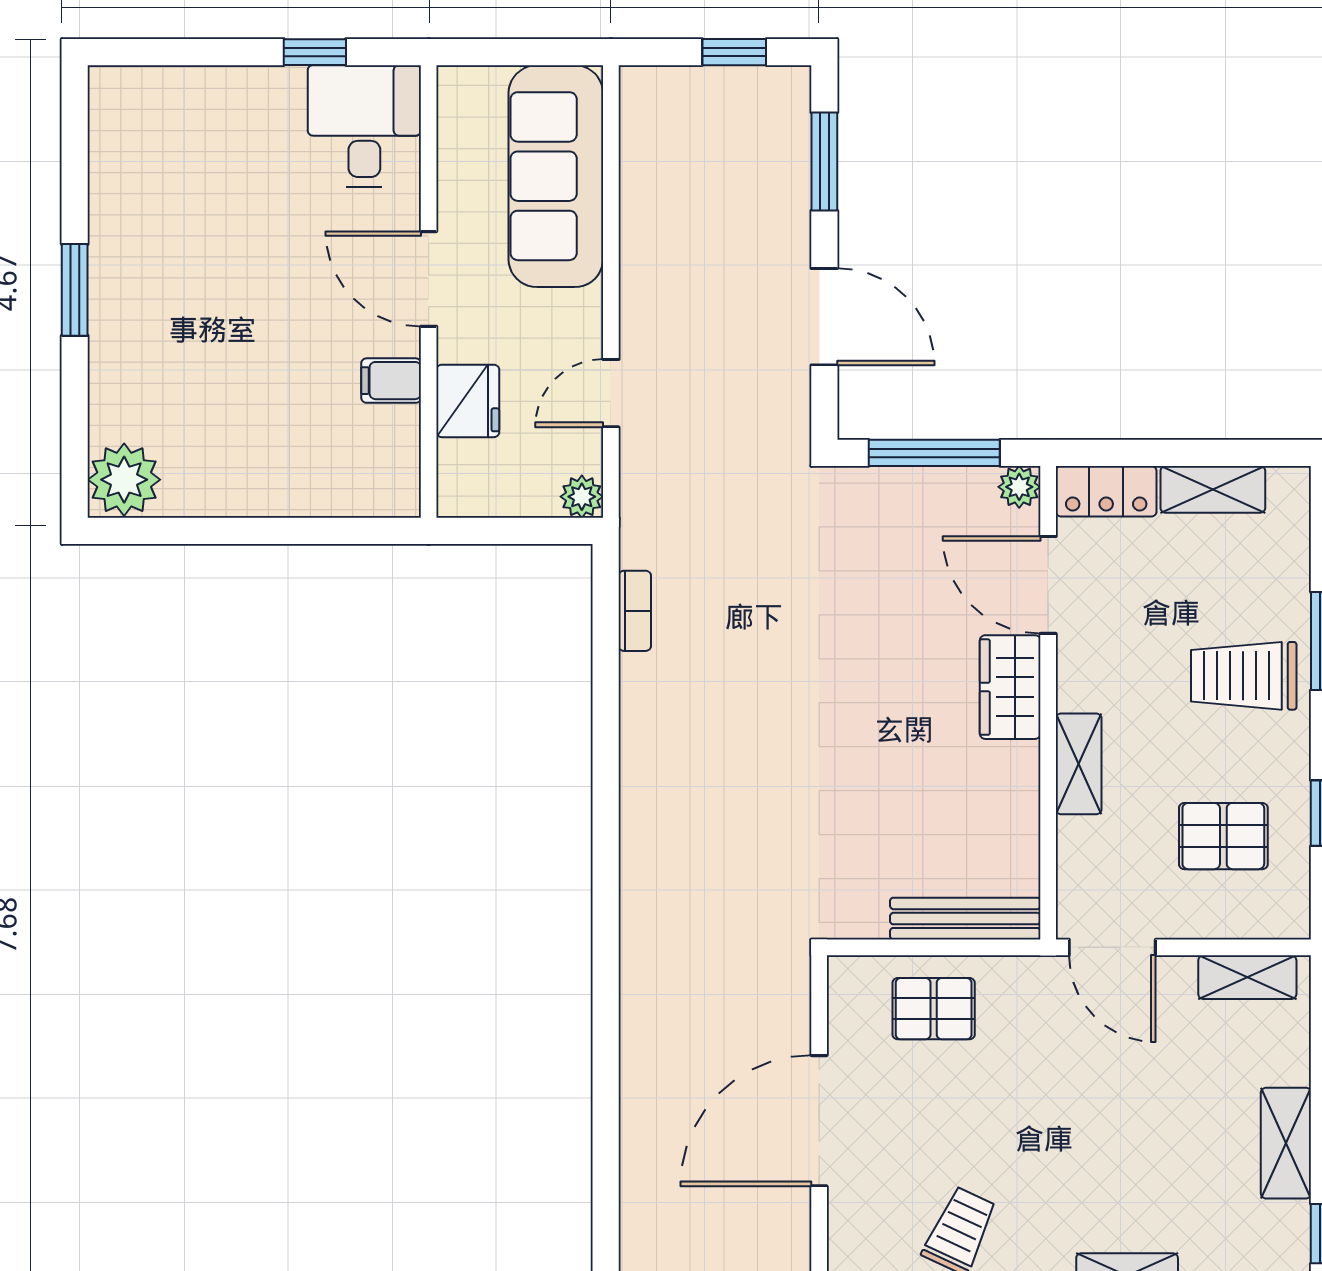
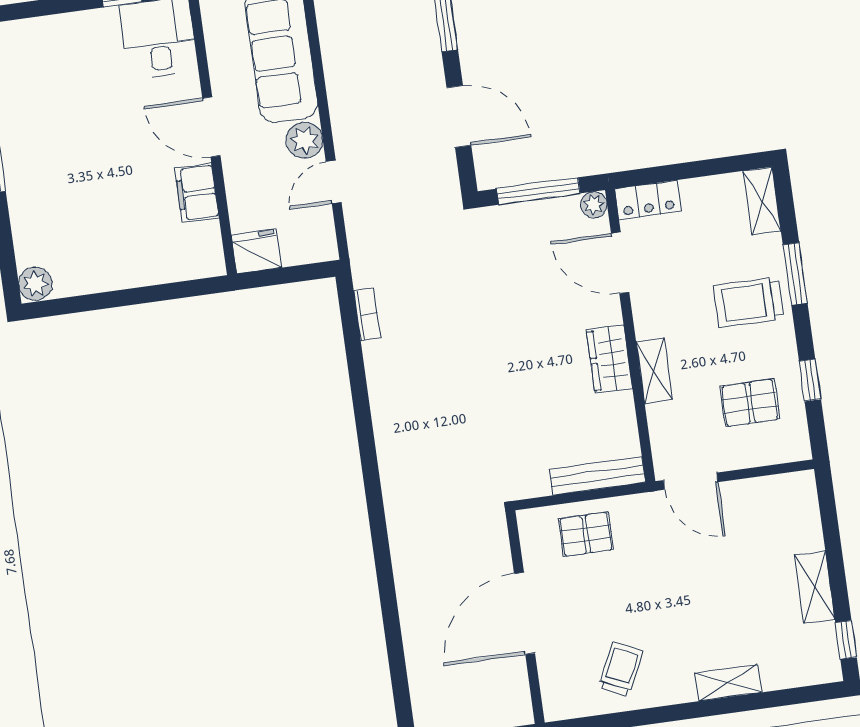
filing cabinet: (391, 381) -> (197, 193), width x2.00
fridge: (468, 401) -> (256, 251), moved, turned -90
plant: (124, 480) -> (35, 284), width x0.73, depth x0.73
shelving: (1213, 489) -> (762, 201), moved, turned 90
plant: (582, 497) -> (305, 140), moved, width x1.38, depth x1.38
wardrobe: (1010, 687) -> (610, 359), moved
shelving: (1247, 977) -> (777, 488), removed

